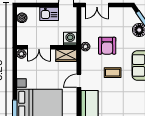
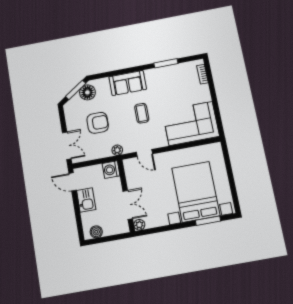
armchair: (107, 46) -> (98, 123), moved
wardrobe: (66, 56) -> (132, 171), removed
door: (79, 81) -> (144, 153), moved

